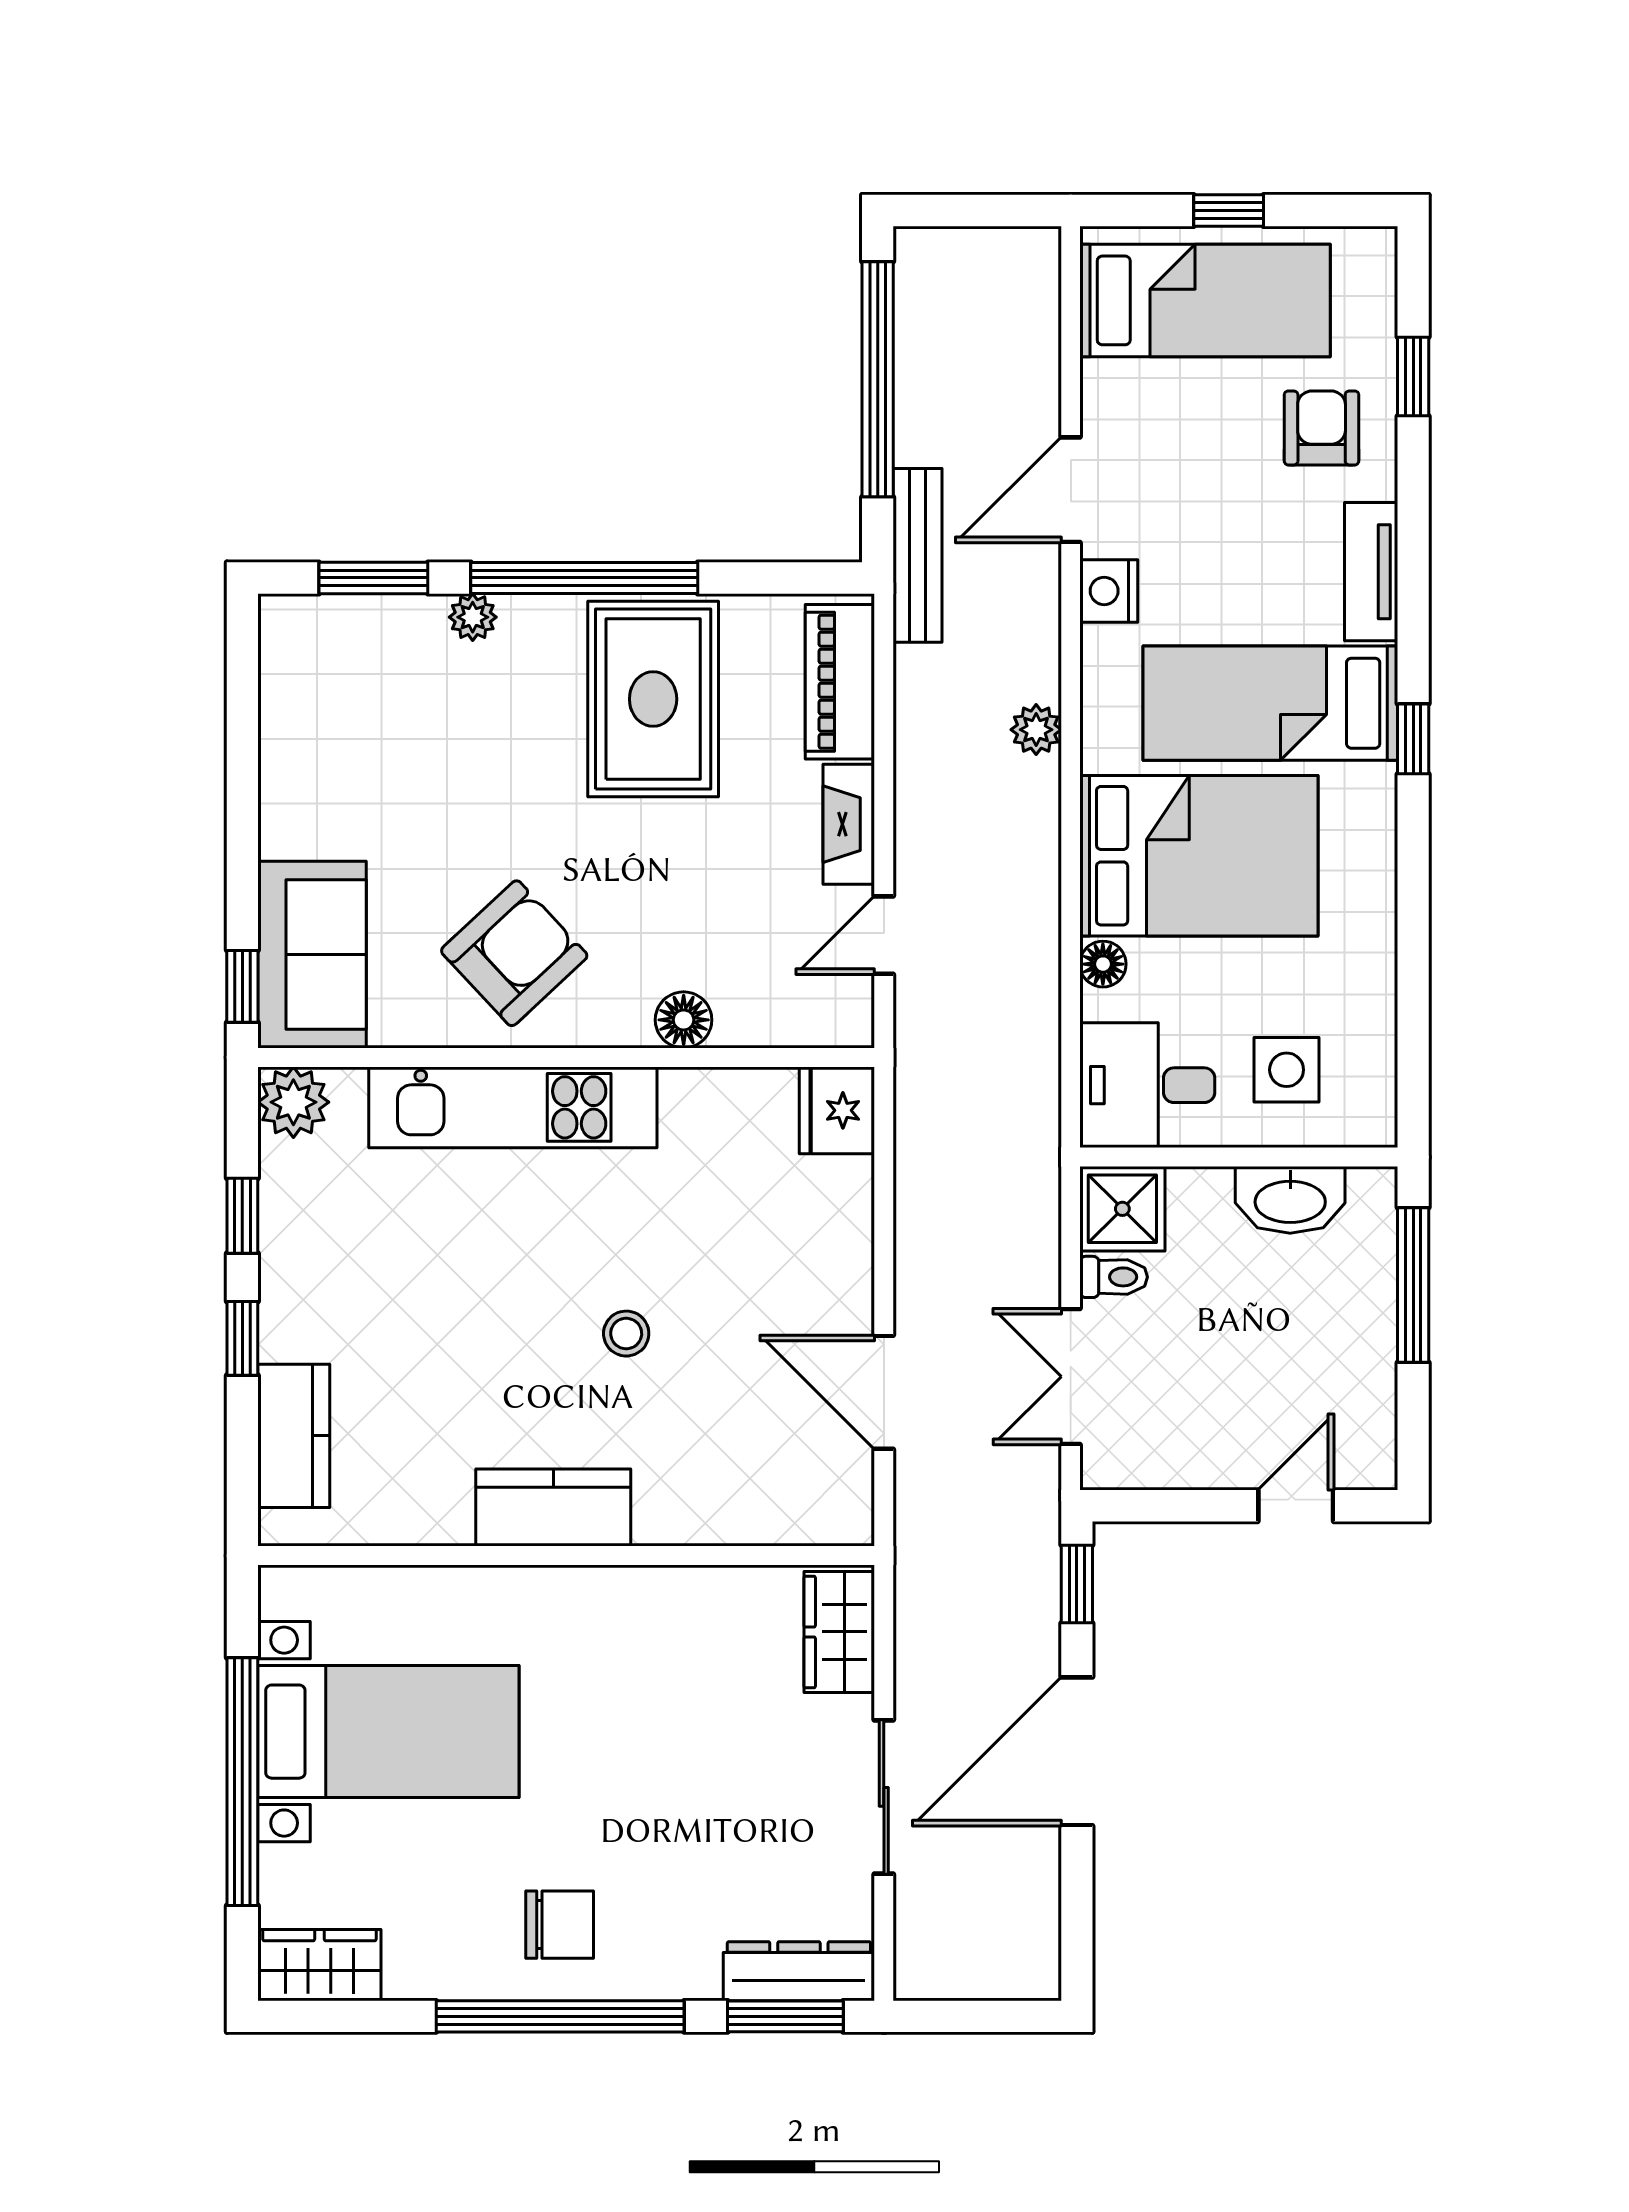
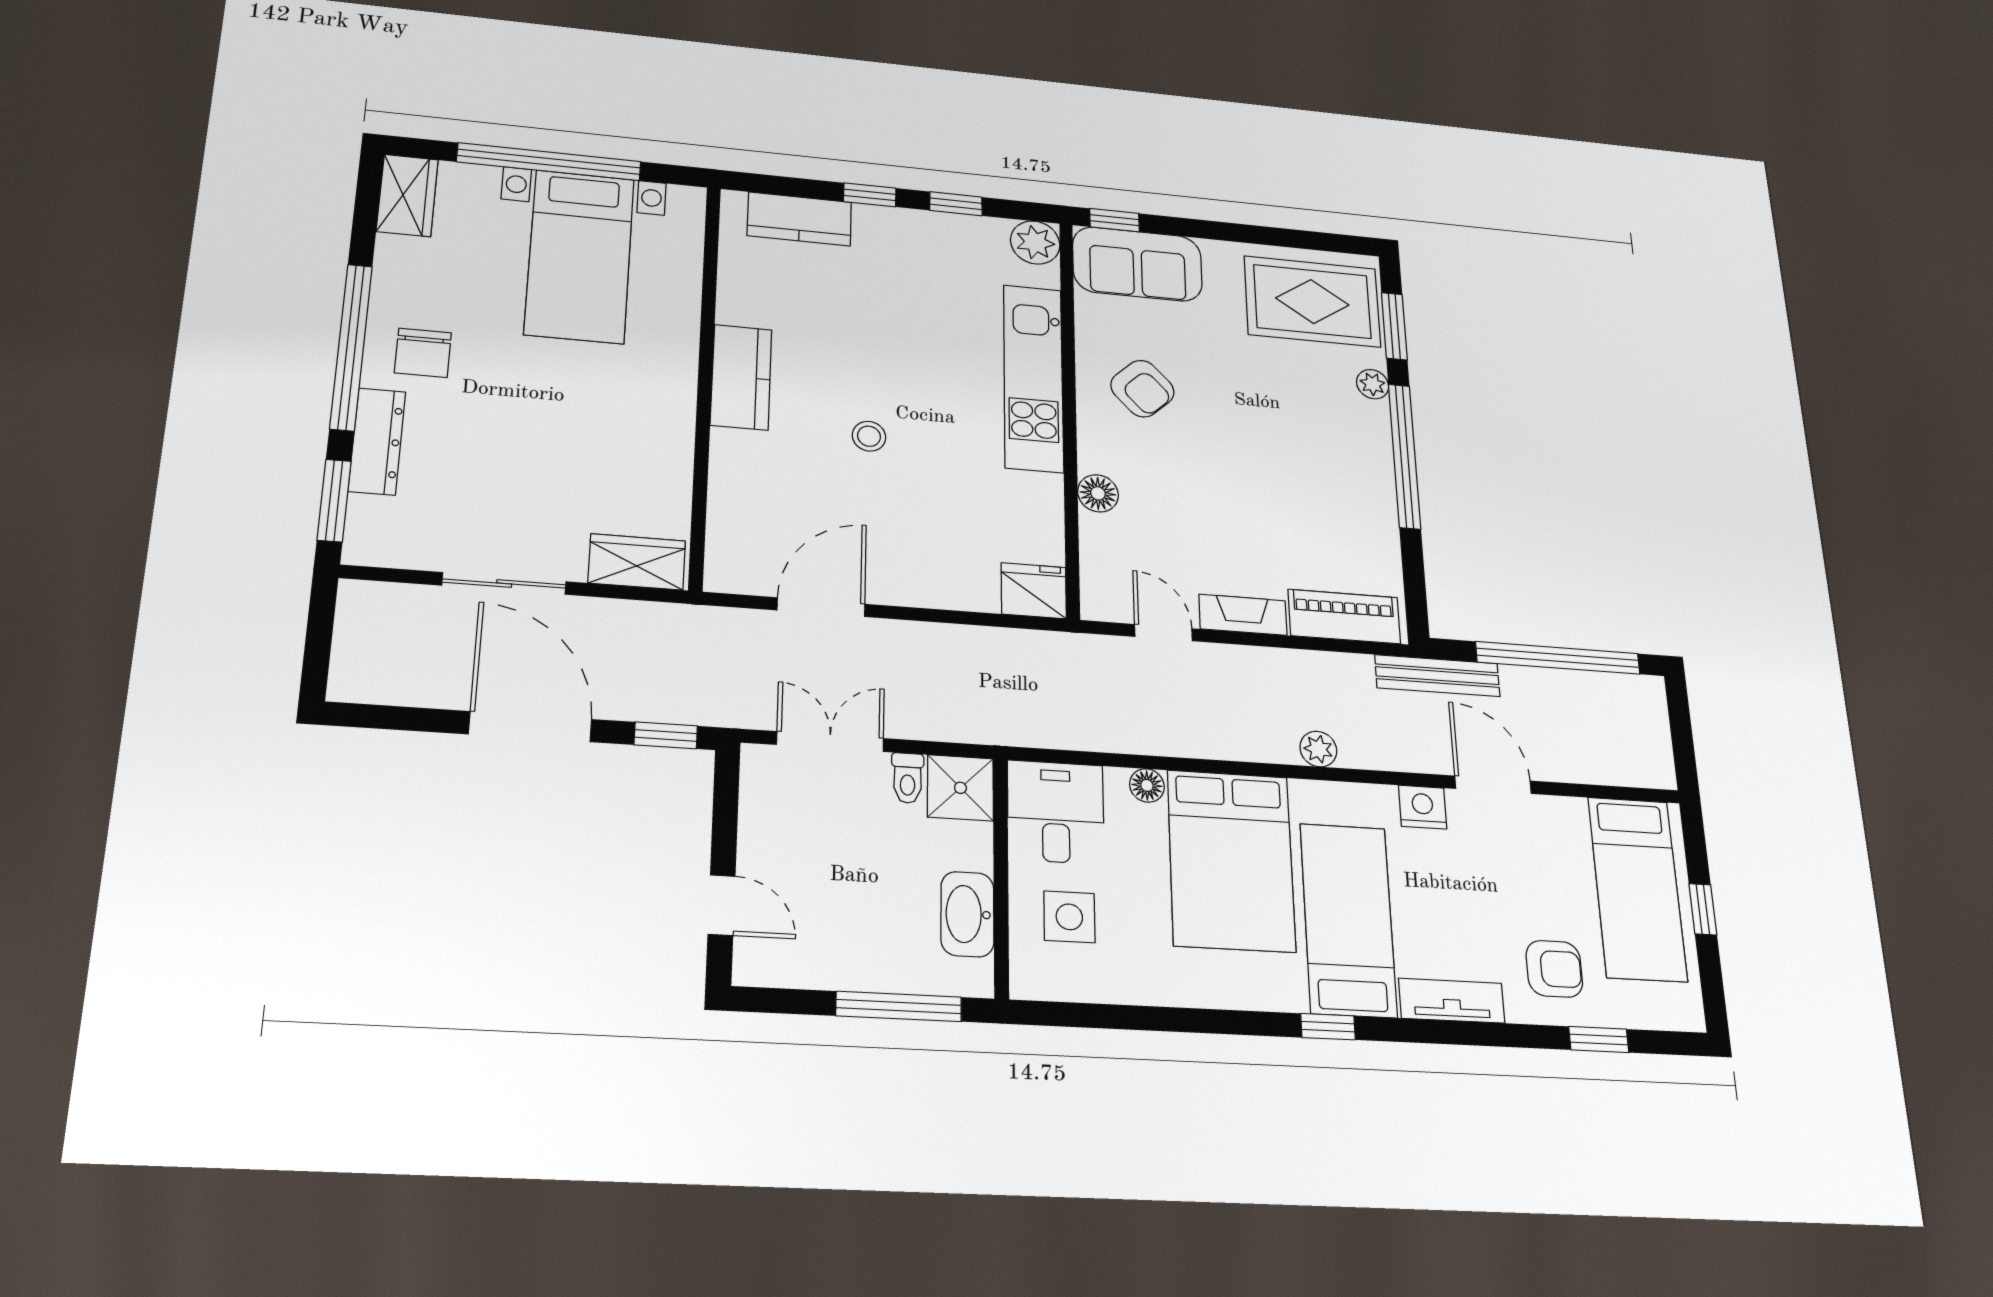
rug: (653, 699) -> (1312, 301), moved
armchair: (514, 953) -> (1142, 389), width x0.72, depth x0.72
dresser: (799, 1971) -> (377, 441), moved

